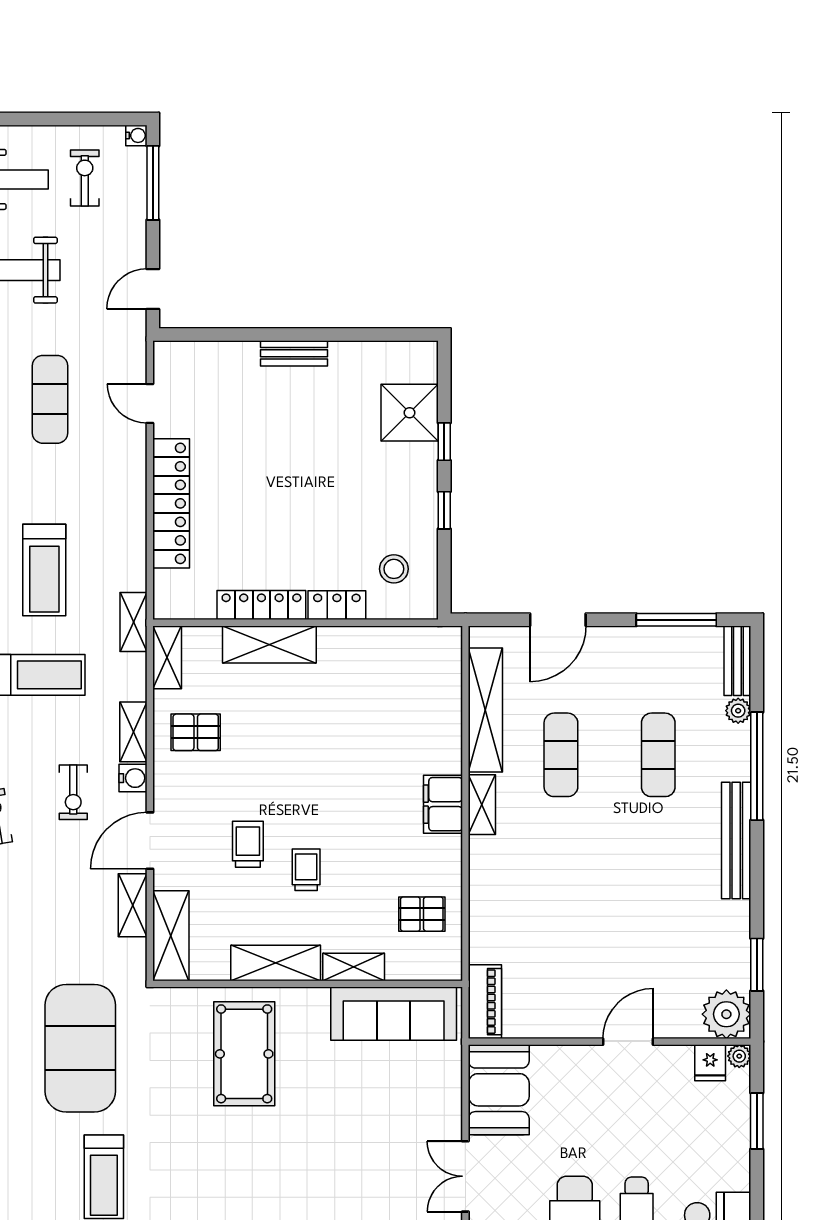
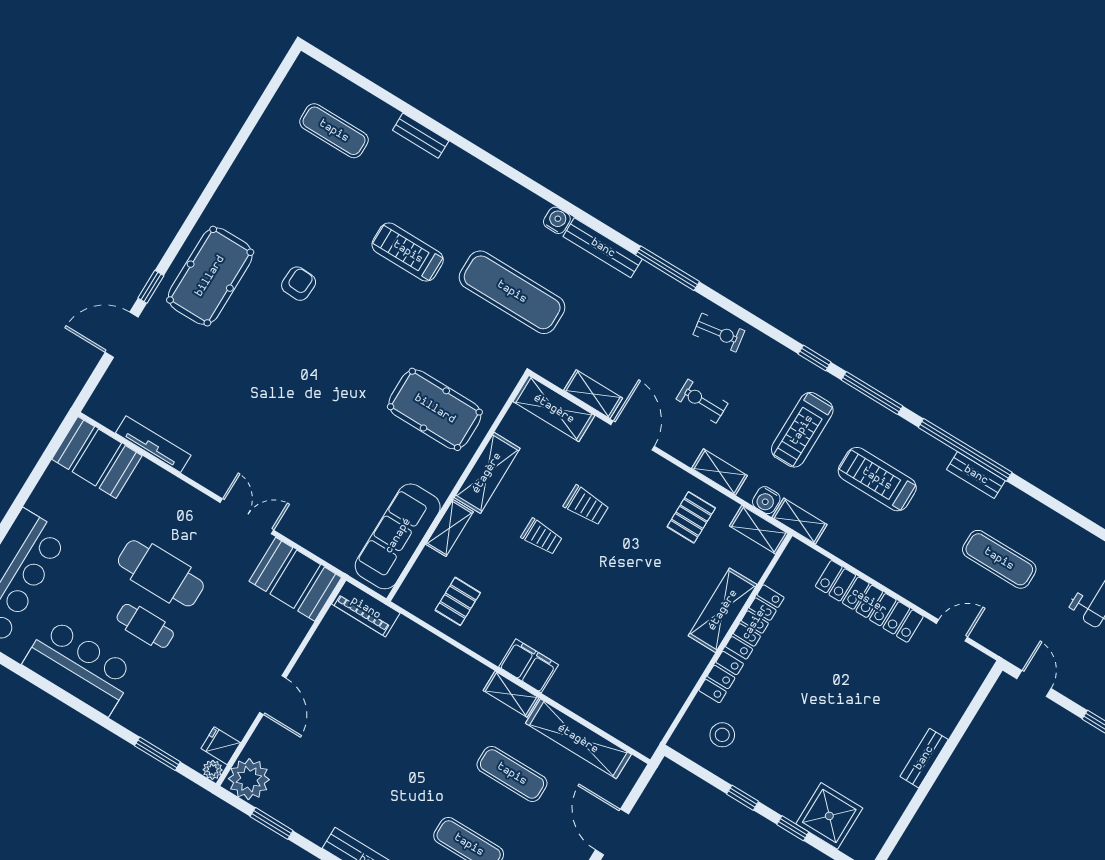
water cooler: (133, 778) -> (766, 500), moved
exercise mat: (80, 1048) -> (512, 292), width x0.68

